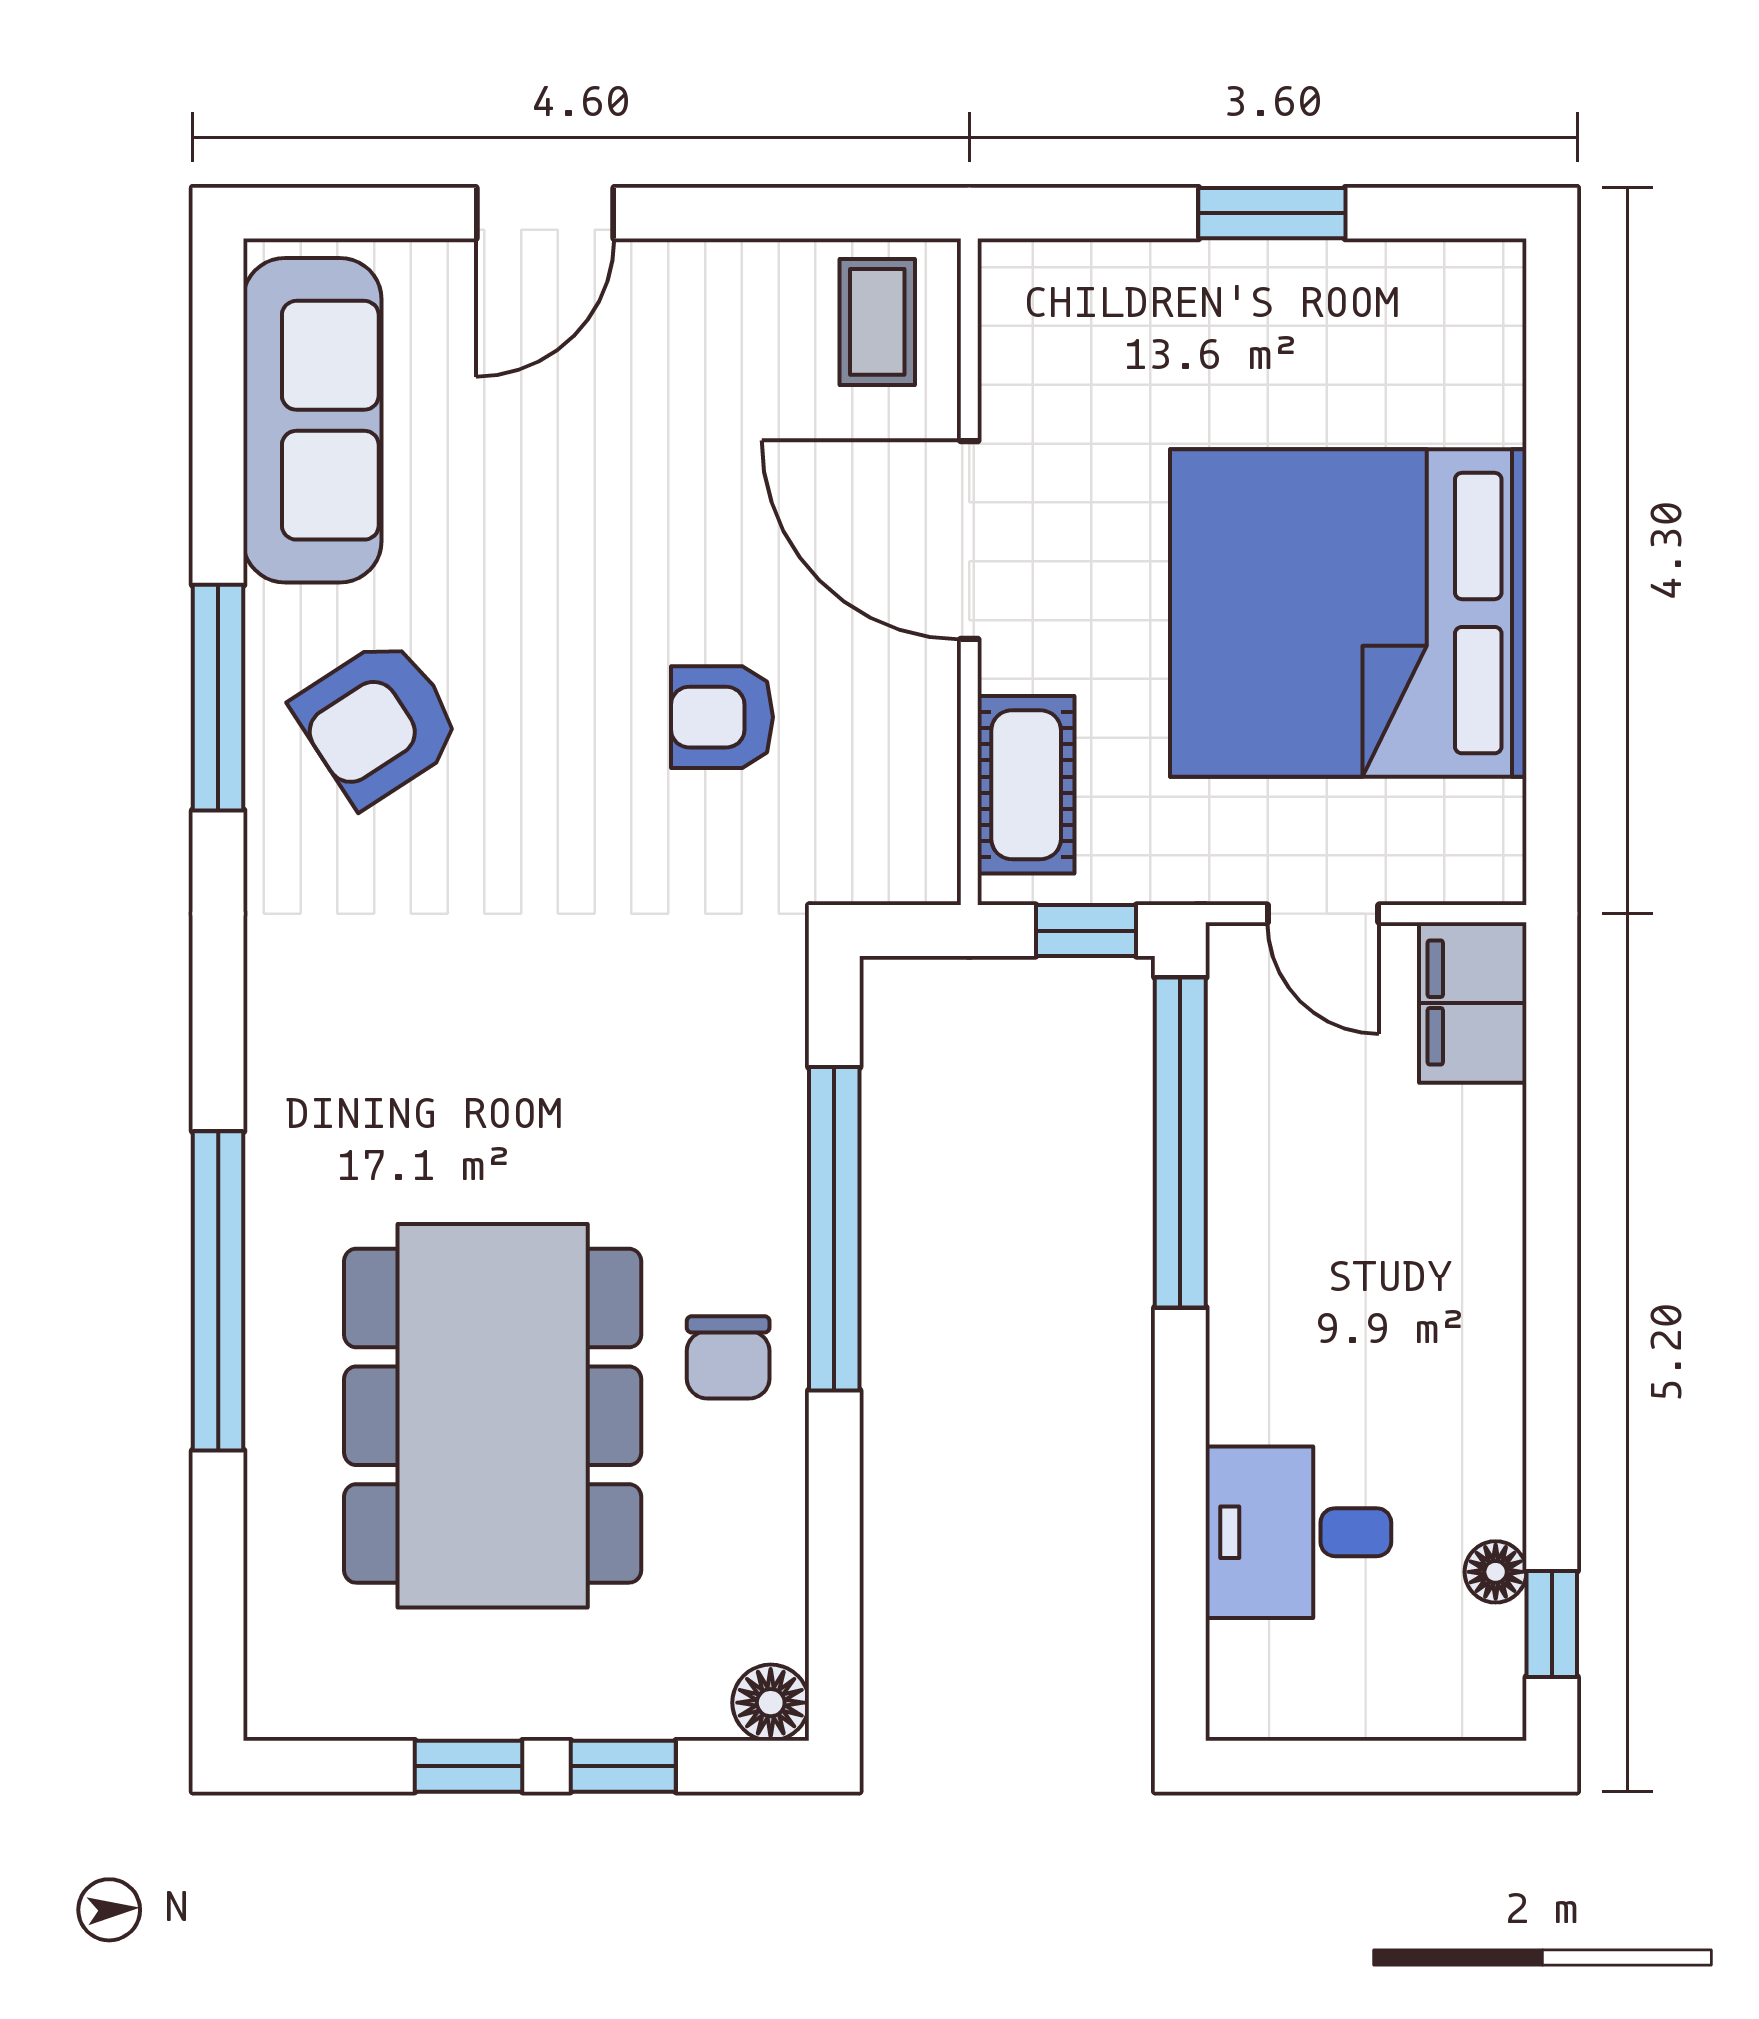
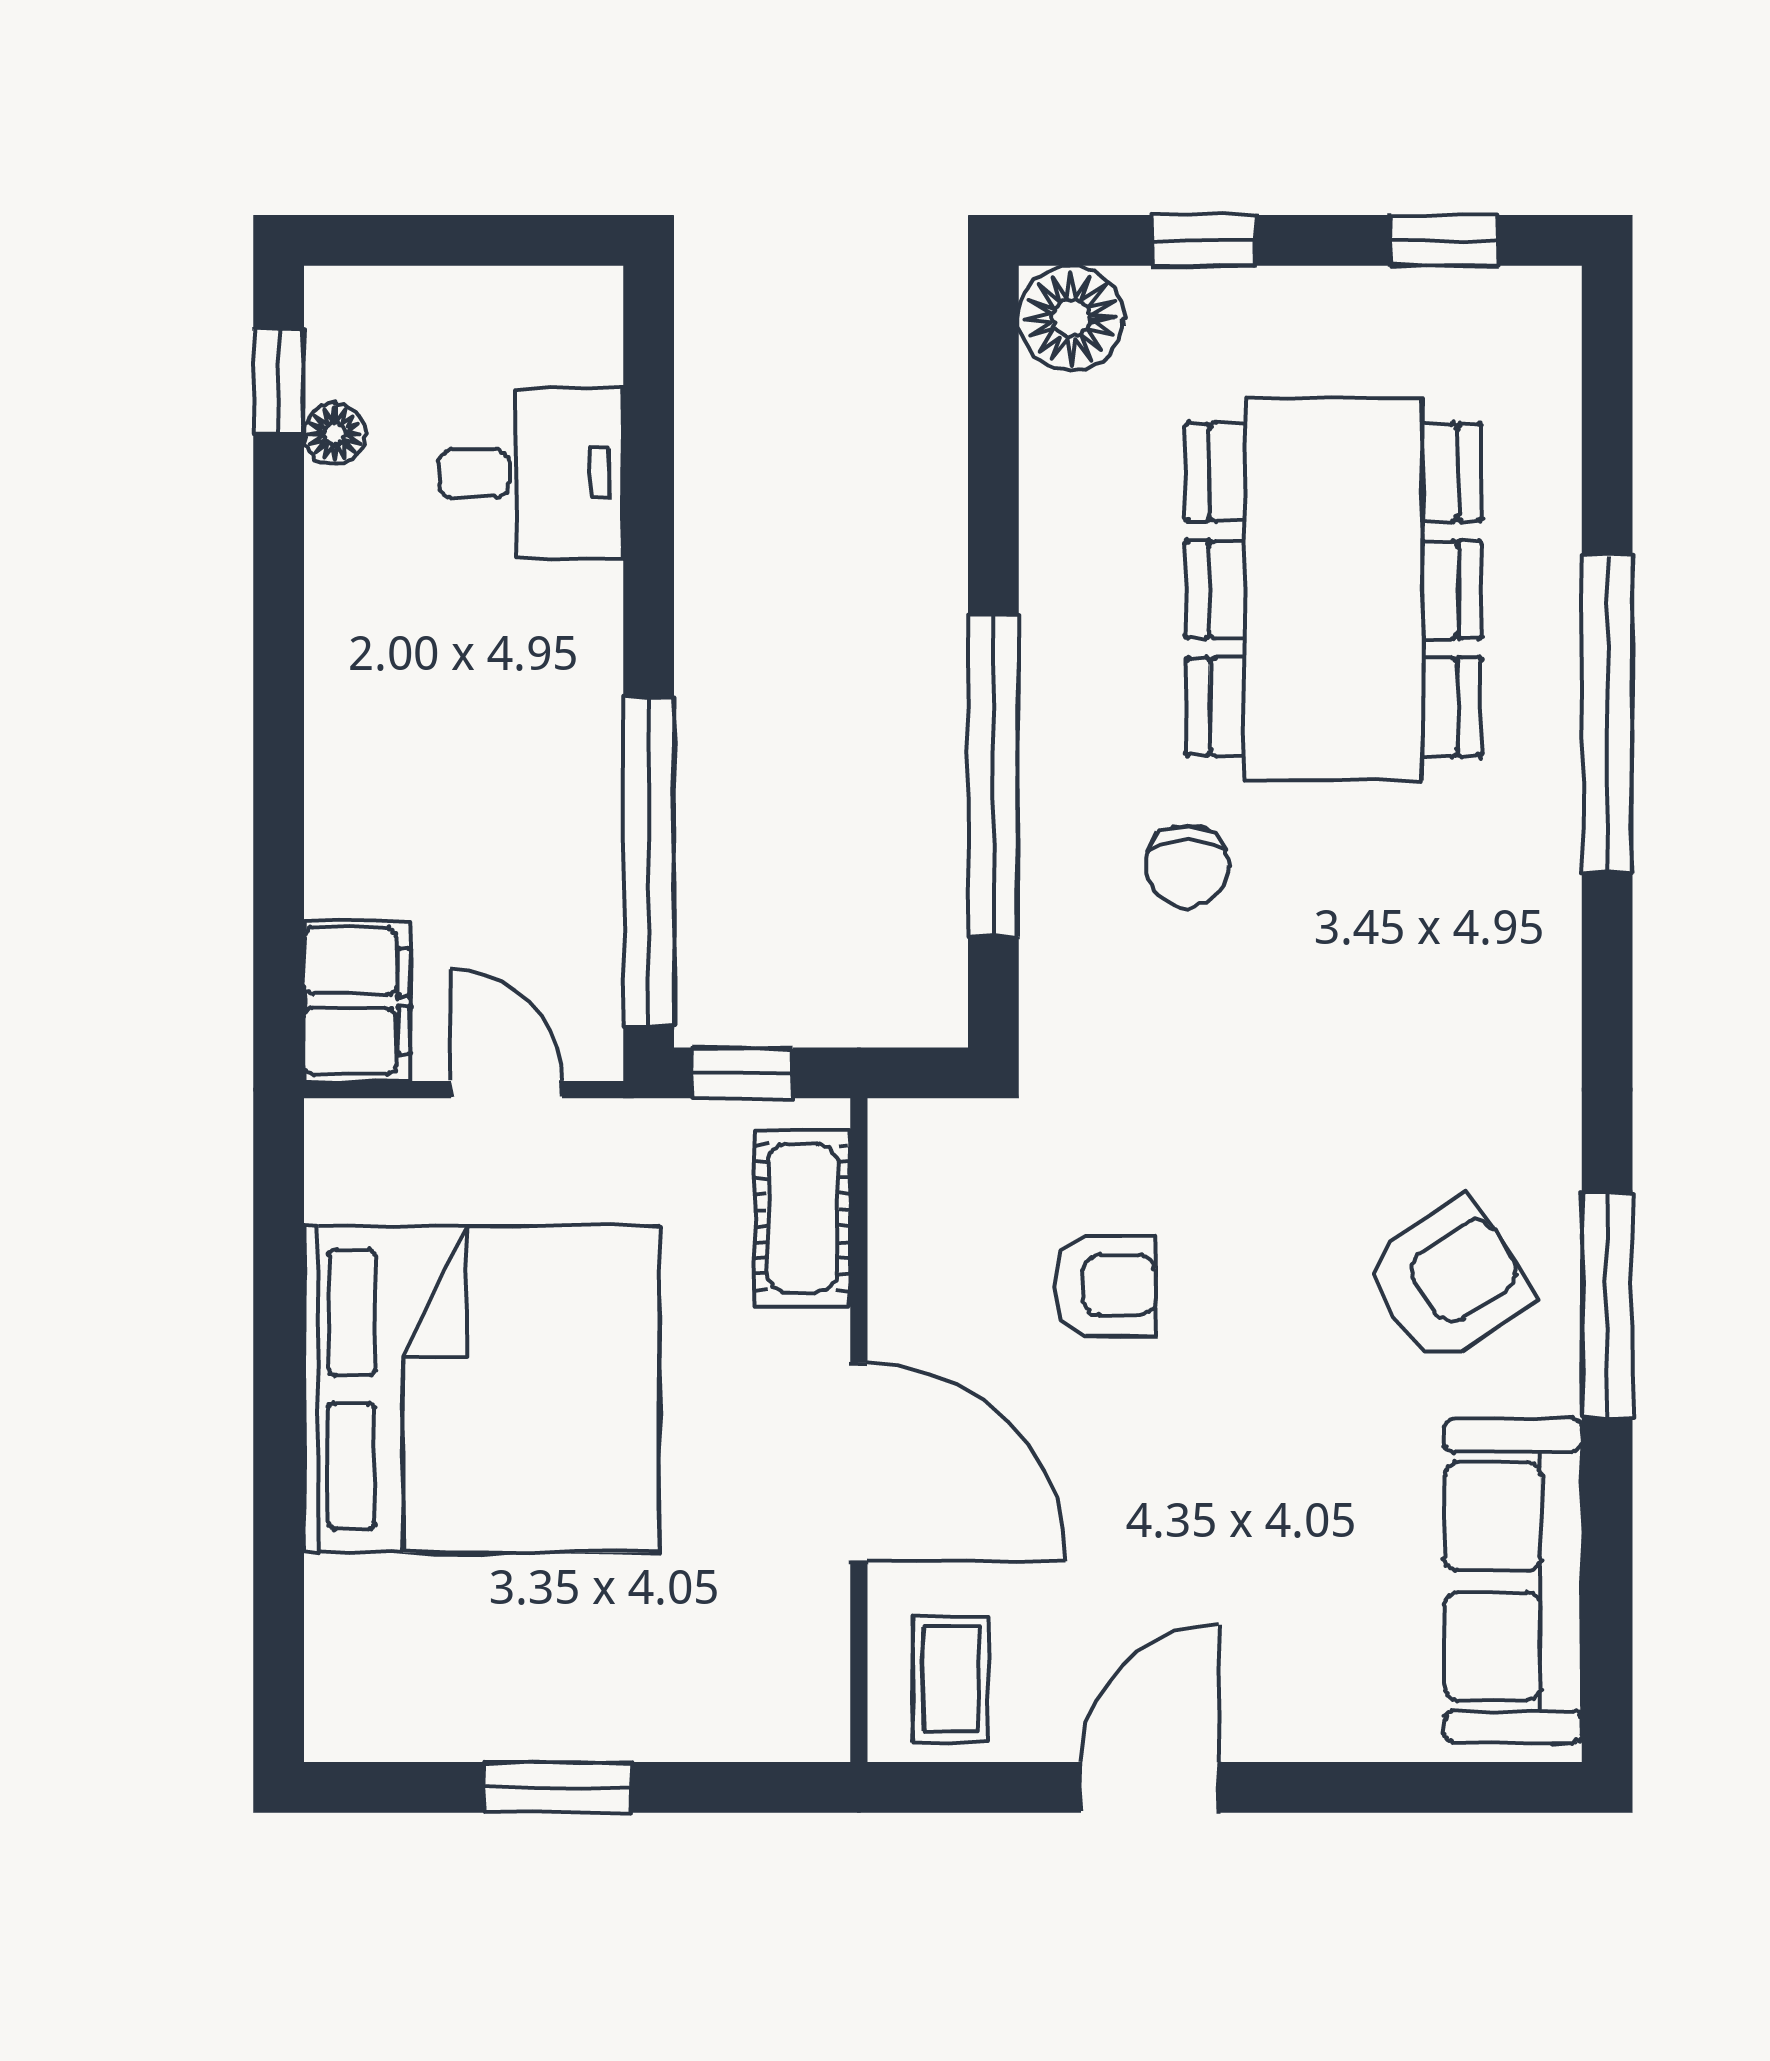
door: (545, 213) -> (1150, 1787), moved
chair: (728, 1357) -> (1187, 866), moved, turned 180
floor lamp: (771, 1703) -> (1071, 318), width x1.38, depth x1.38
window: (469, 1766) -> (1445, 240), moved

